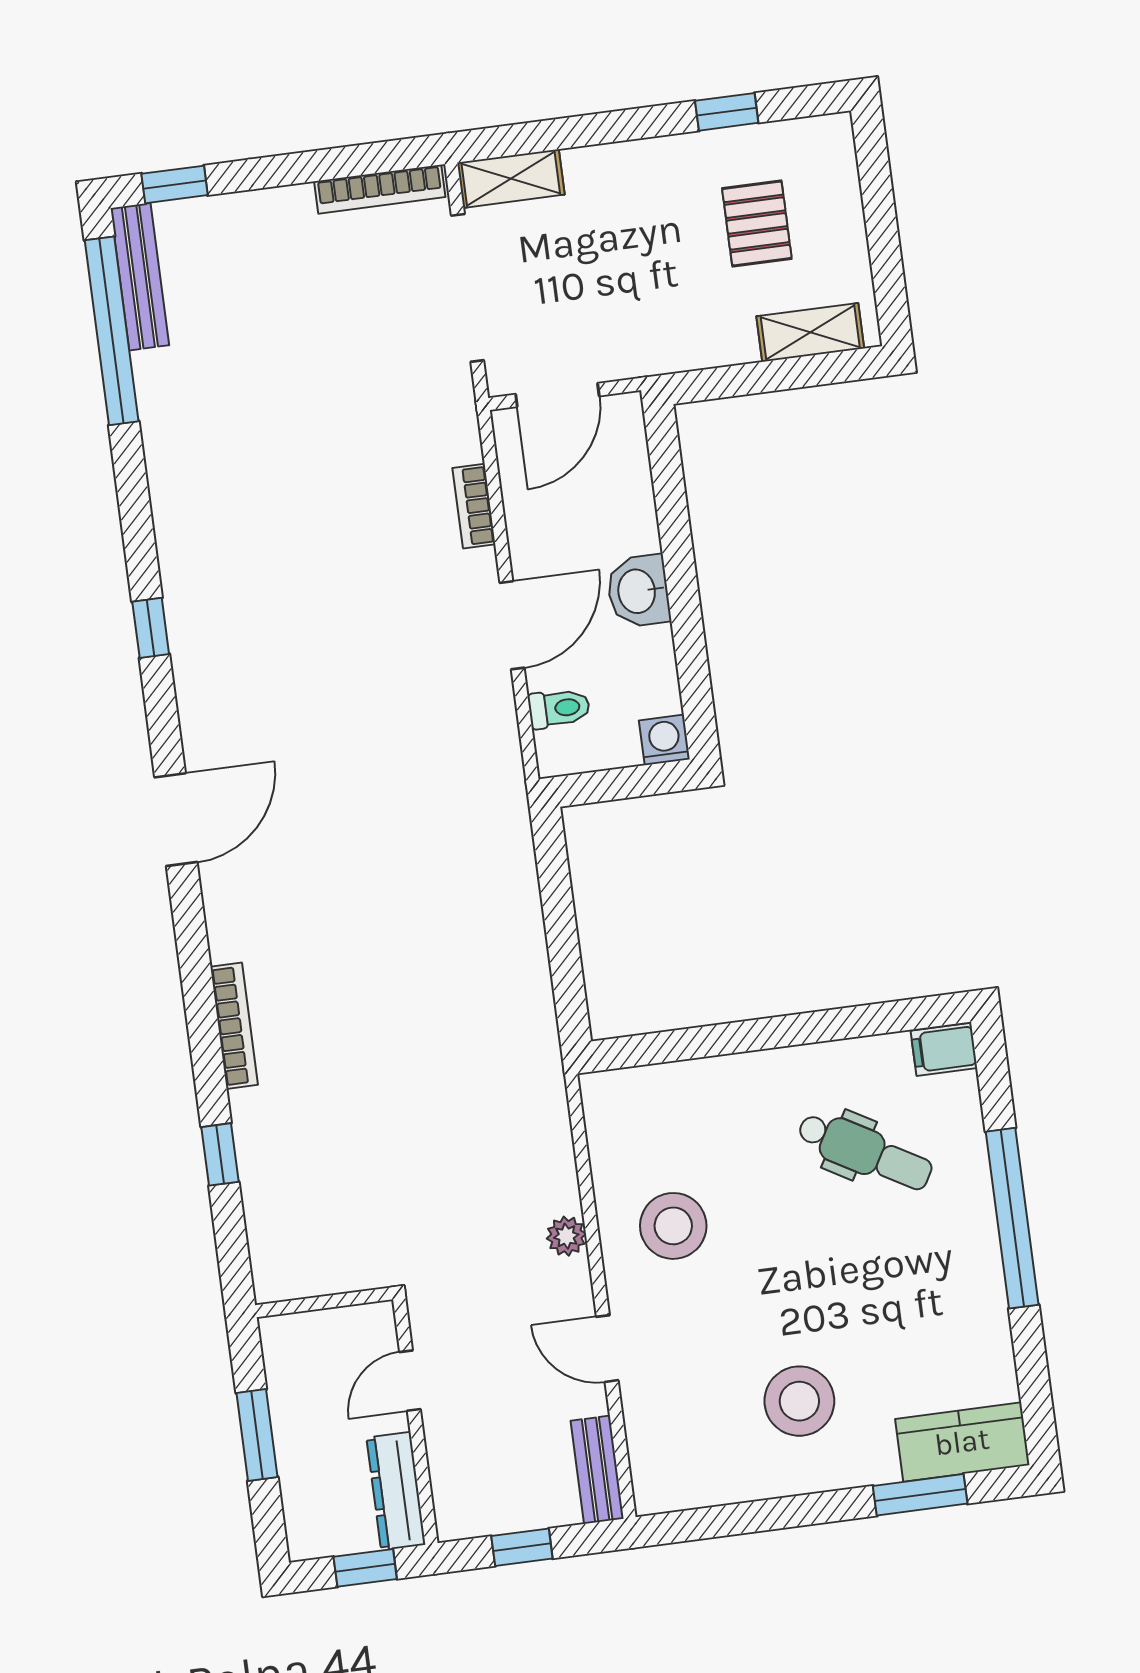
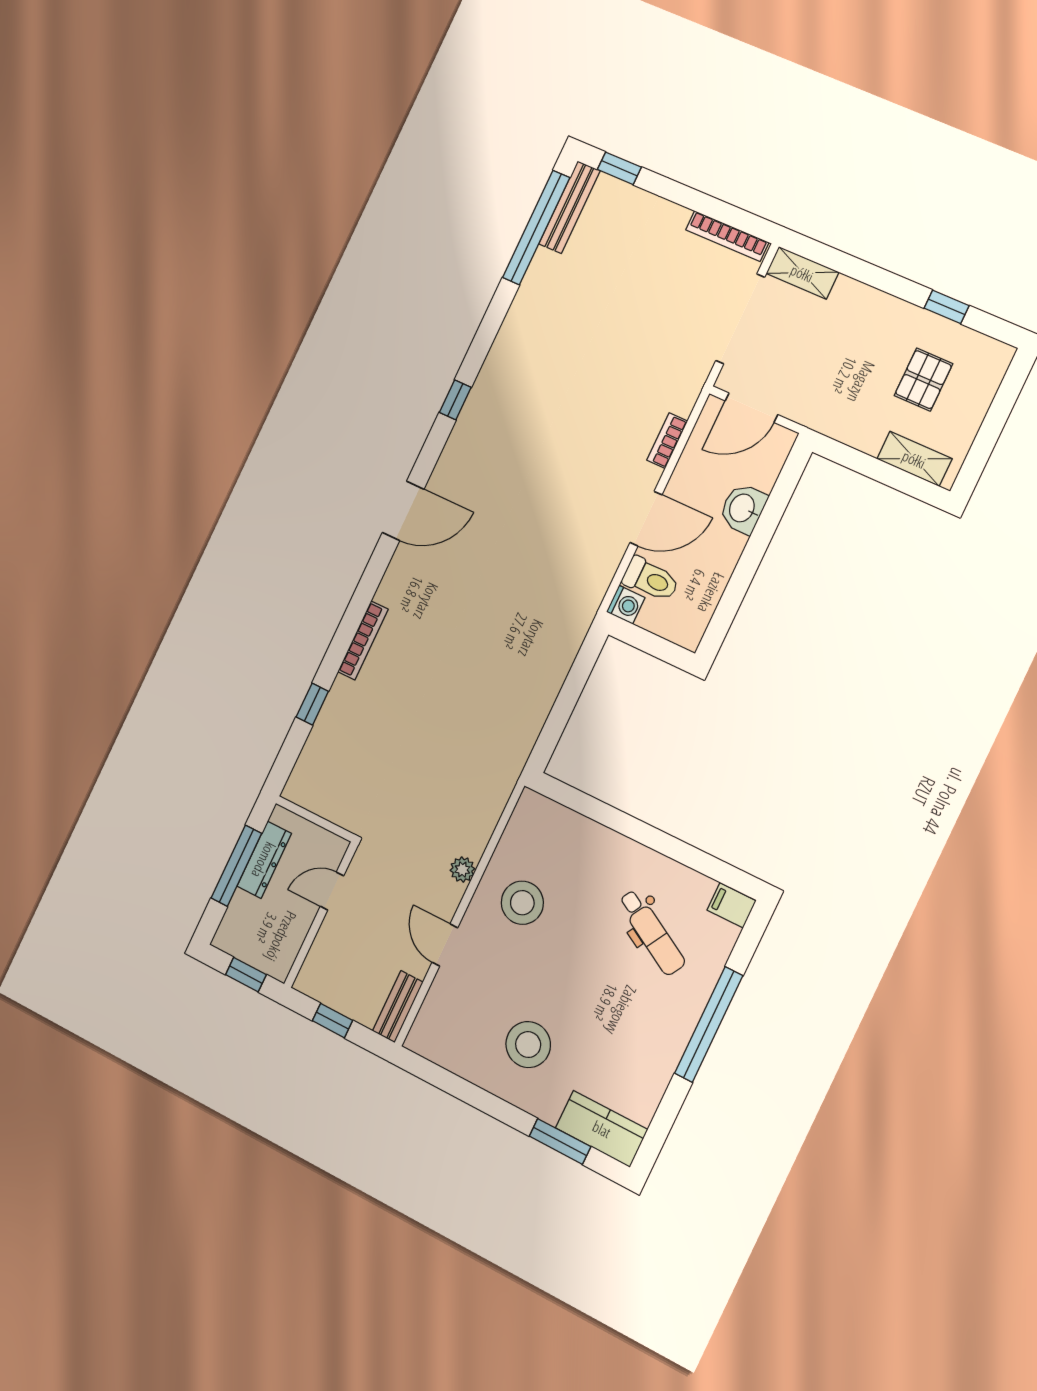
washbasin: (638, 591) -> (743, 508), moved
toilet: (559, 708) -> (651, 579), width x1.37, depth x1.39
washing machine: (664, 740) -> (626, 605), moved, turned 90
window: (257, 1435) -> (236, 866), width x1.44
dresser: (396, 1491) -> (264, 860), moved, turned 180

